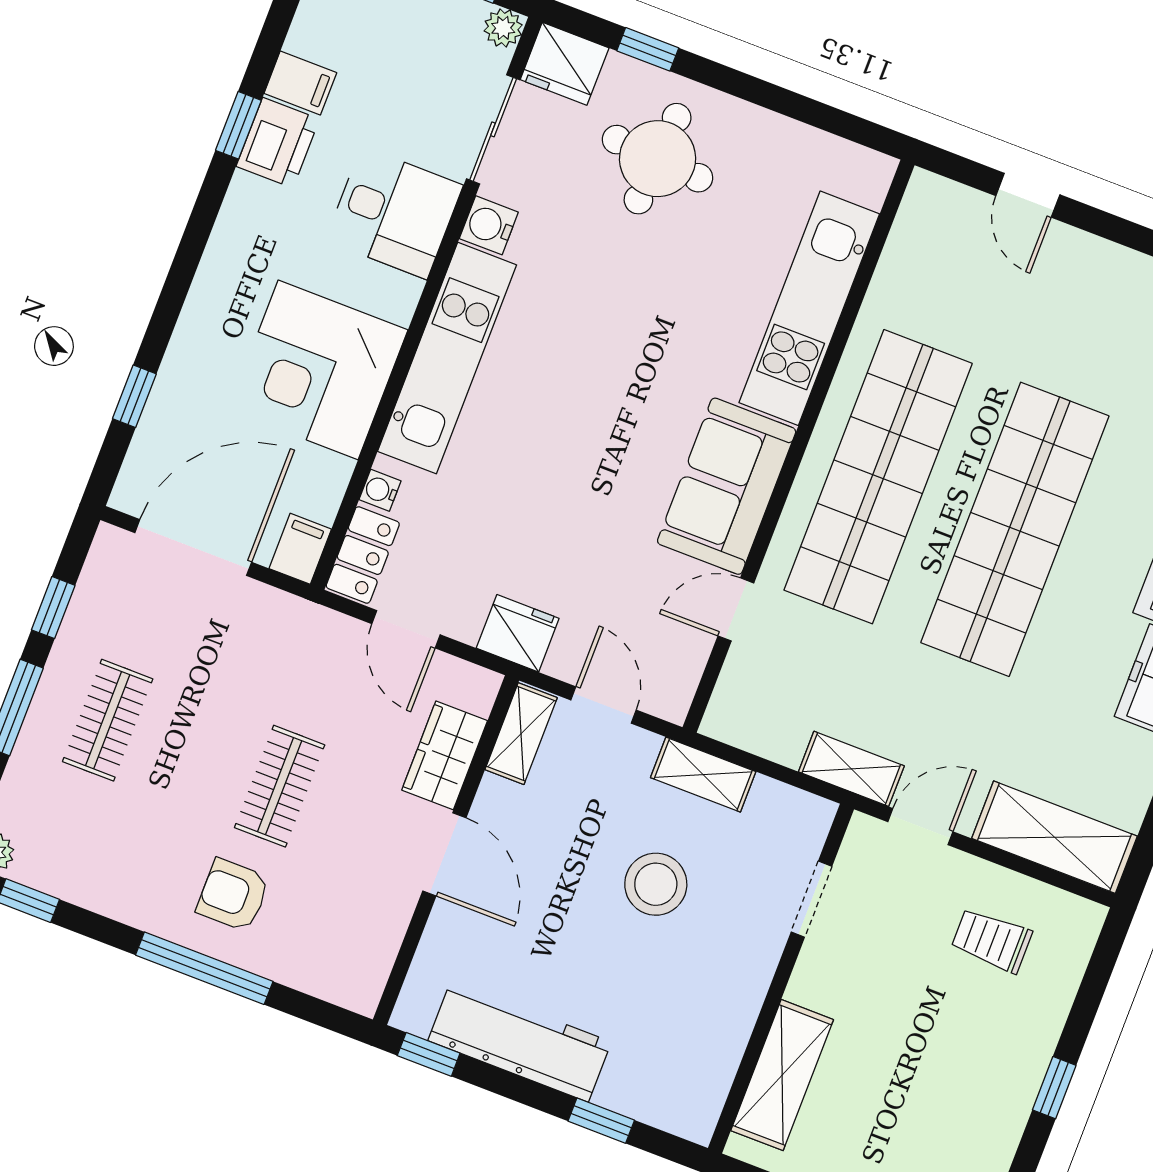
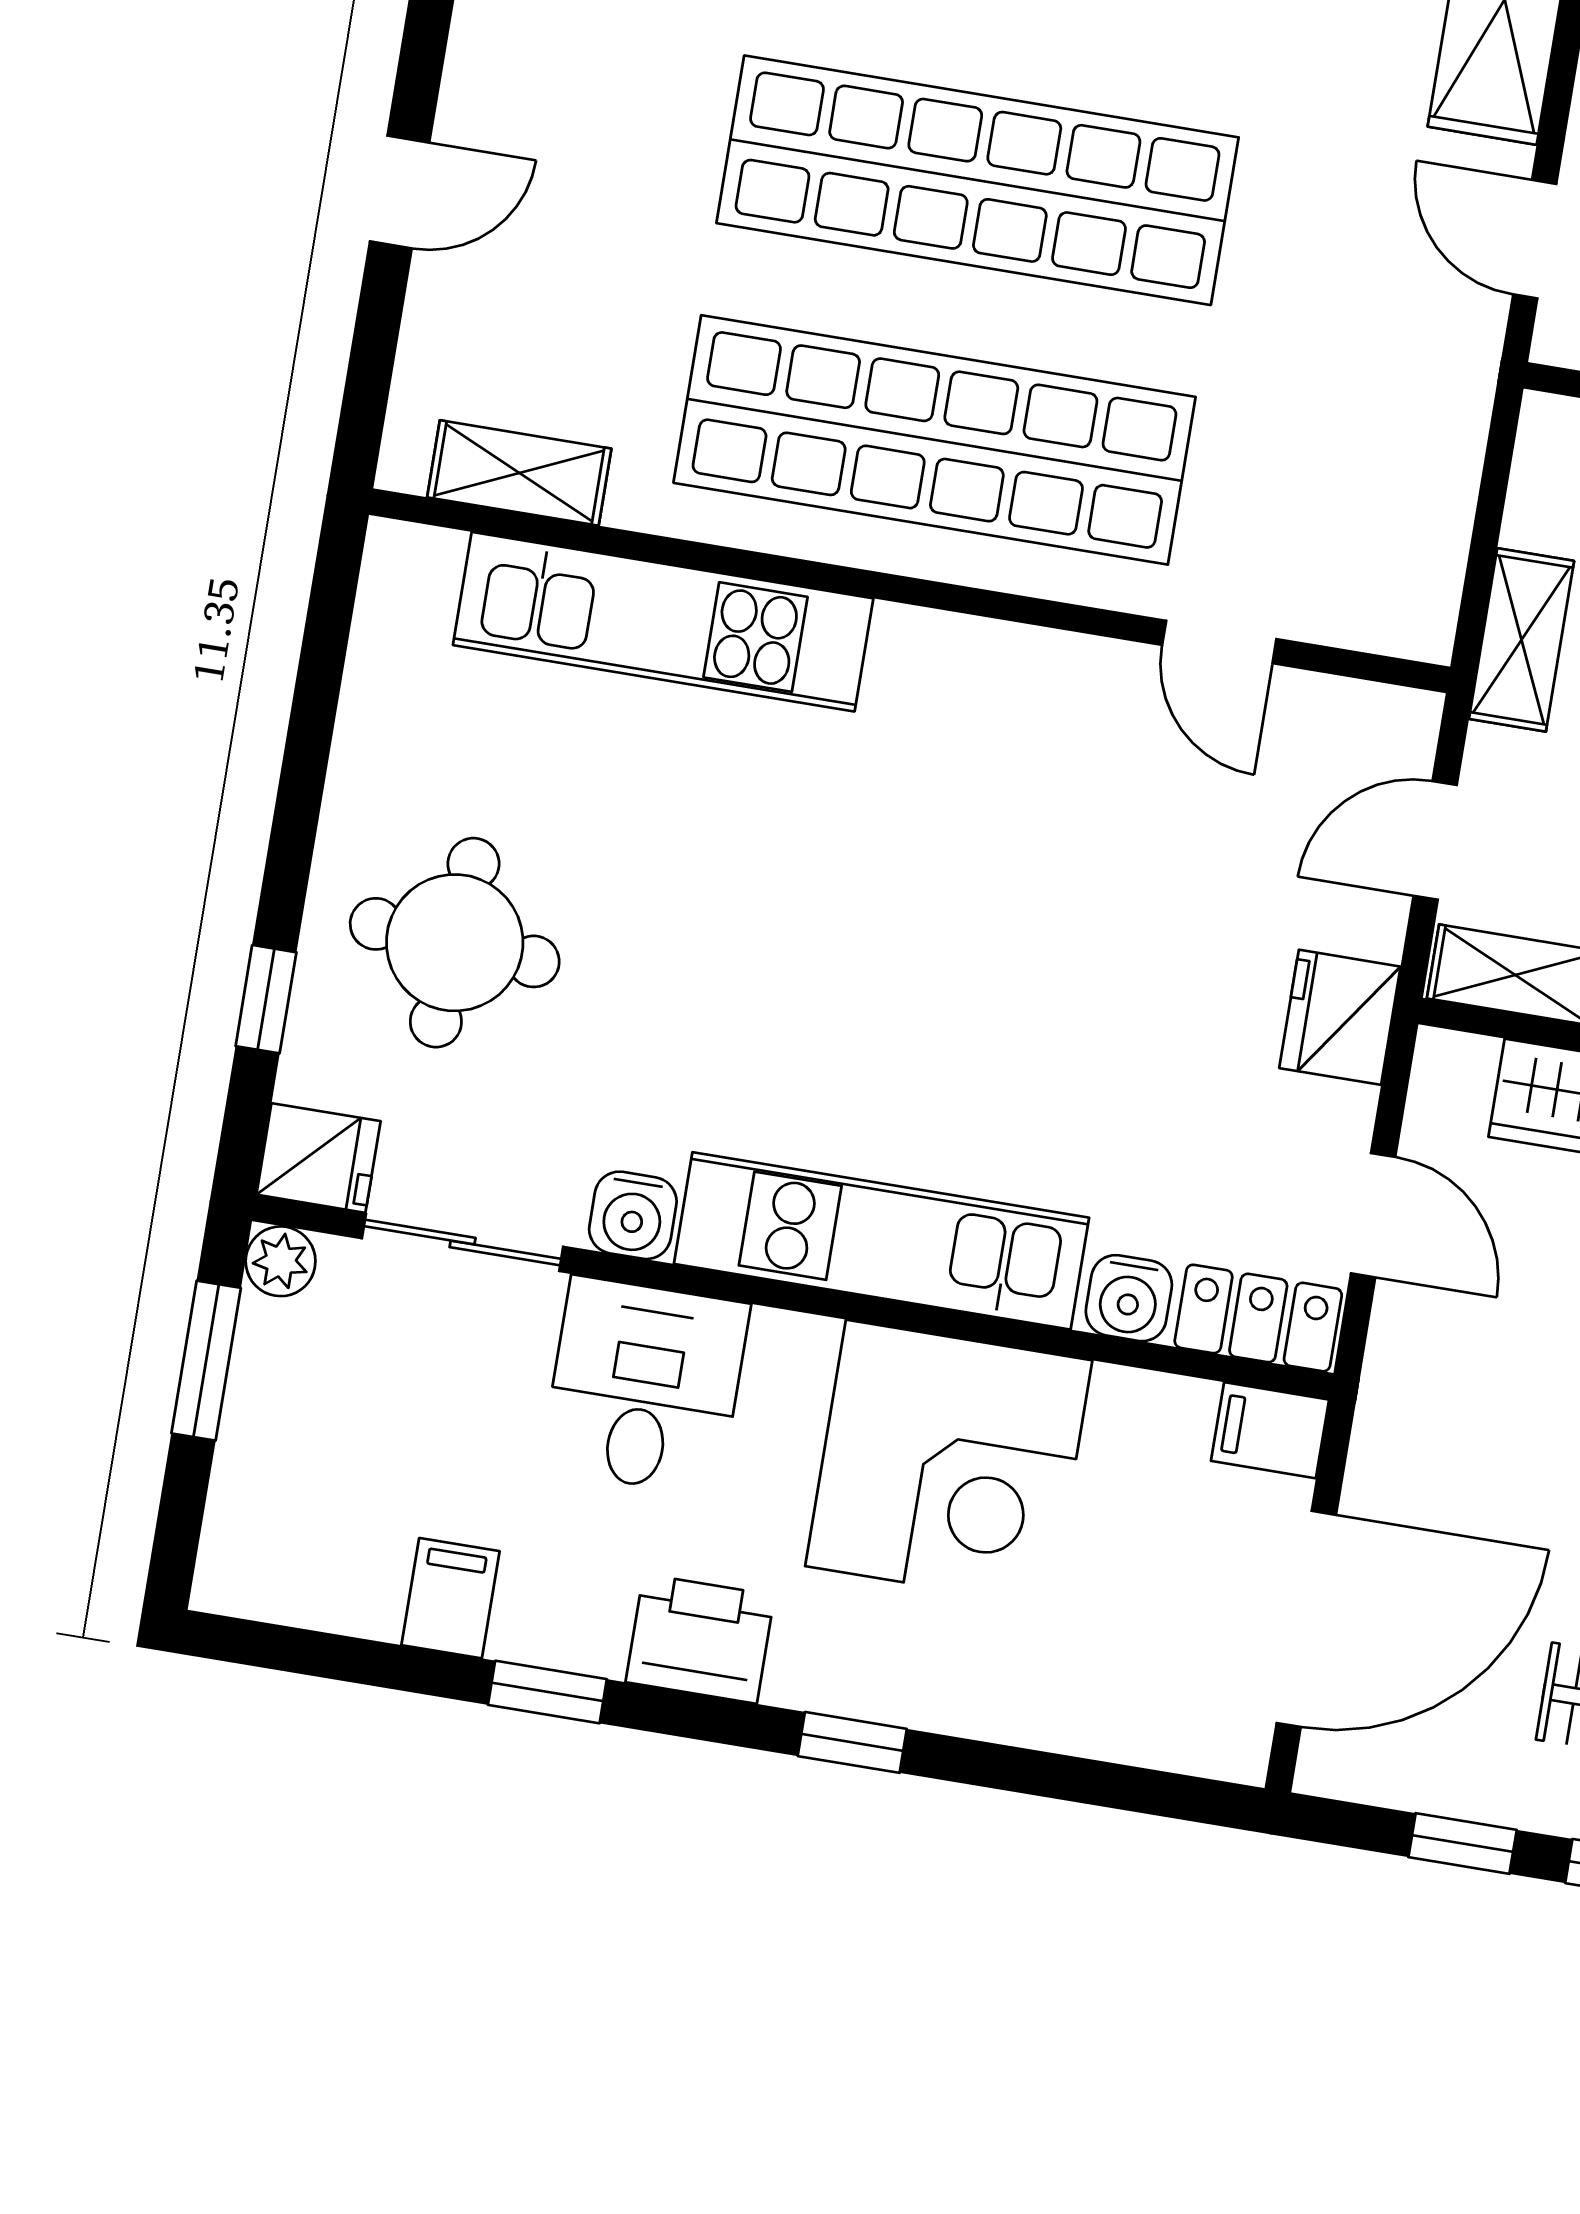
fridge: (565, 64) -> (318, 1158), width x0.72
printer: (278, 143) -> (700, 1639), moved
door: (1028, 195) -> (400, 192), moved
window: (134, 396) -> (852, 1742), moved
sofa: (727, 486) -> (1006, 703), removed
water cooler: (380, 490) -> (1129, 1298), width x1.38, depth x1.38
door: (193, 548) -> (1306, 1619), swing flipped
door: (406, 629) -> (1373, 1215), hinge flipped
shelving: (851, 769) -> (519, 473), moved, turned 90

